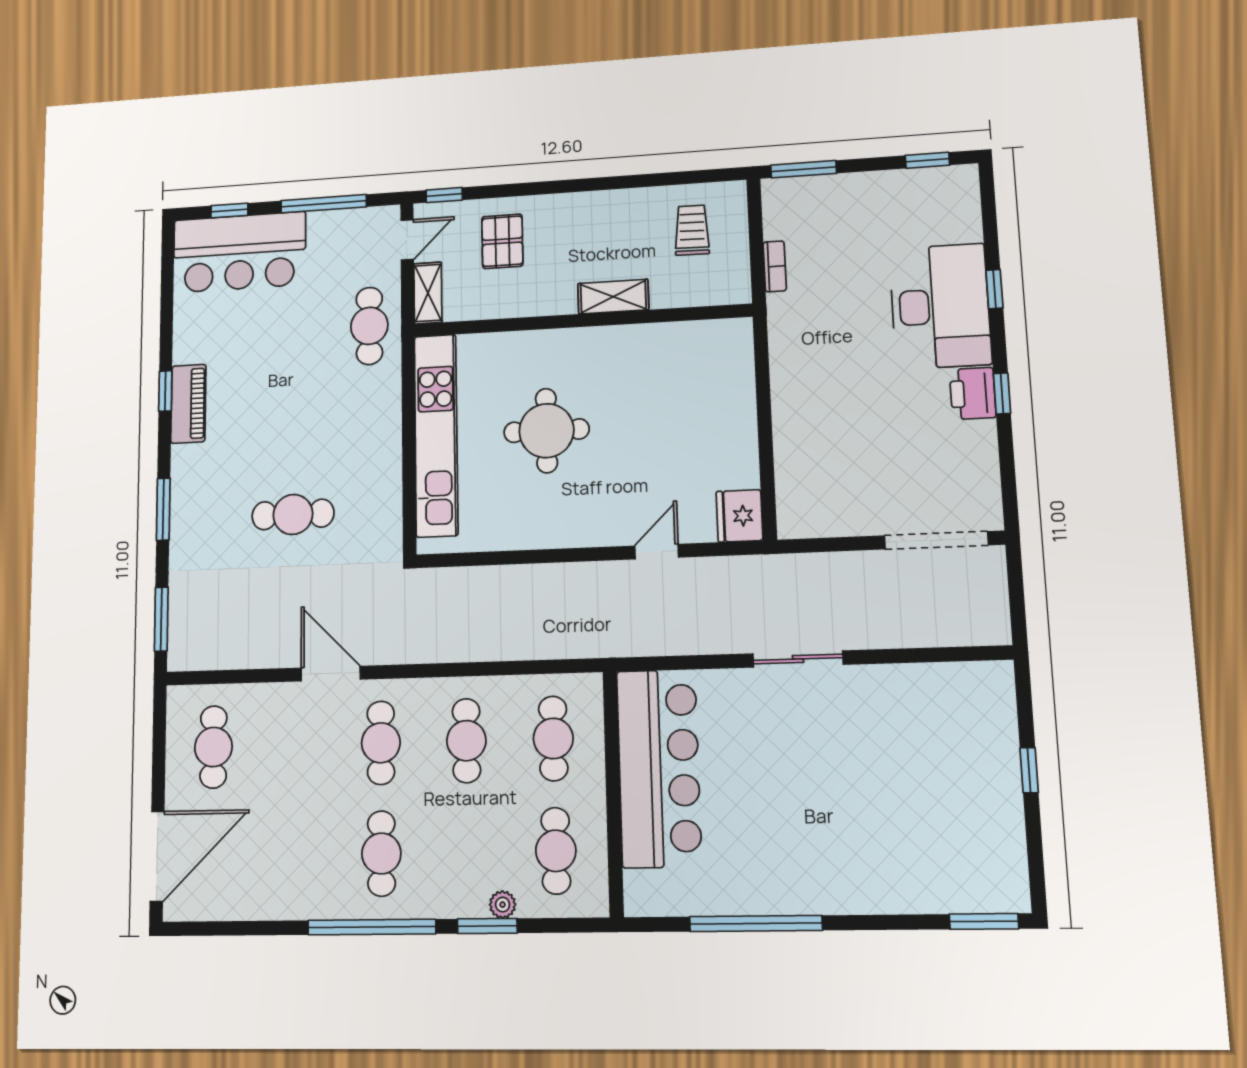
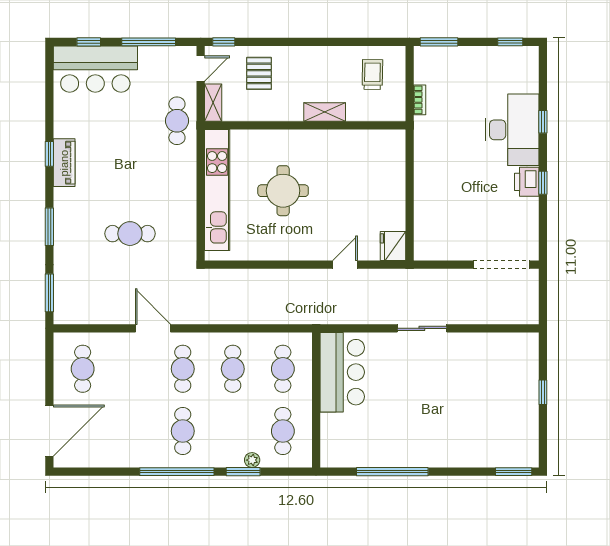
bar counter: (659, 768) -> (342, 372), width x0.73

